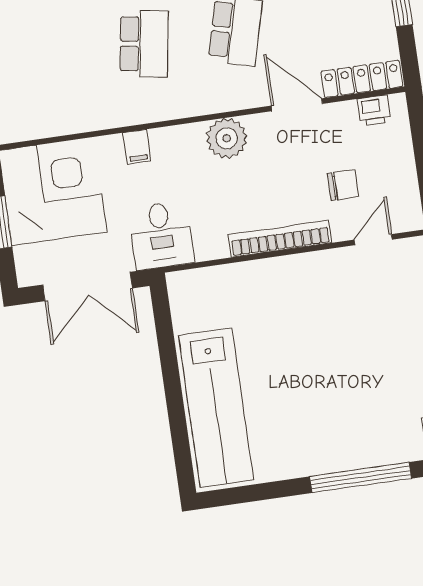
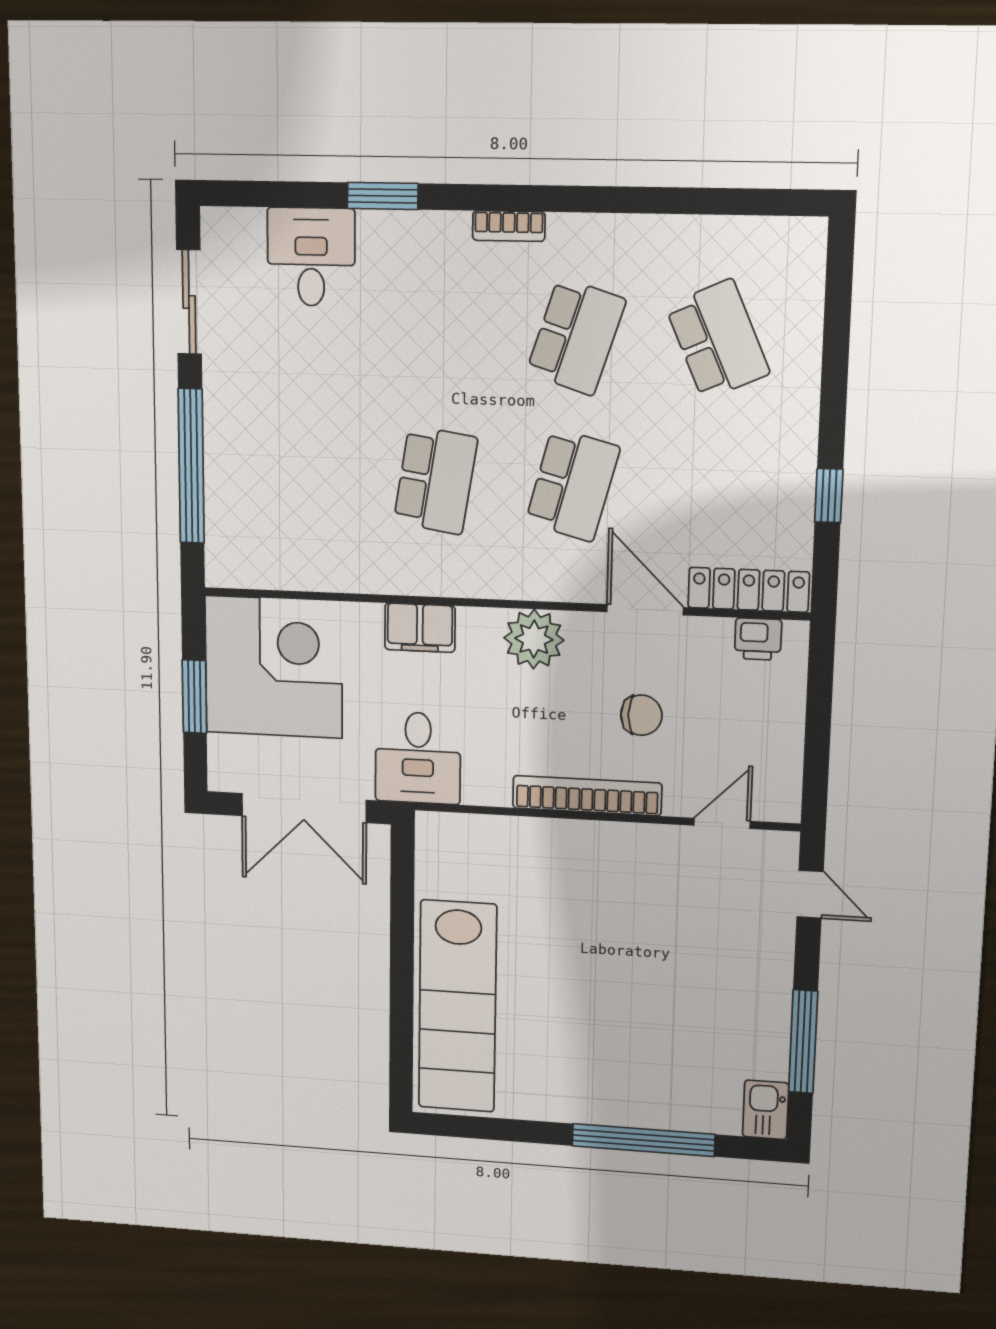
filing cabinet: (137, 147) -> (420, 628), width x2.00
chair: (343, 185) -> (641, 715), moved

